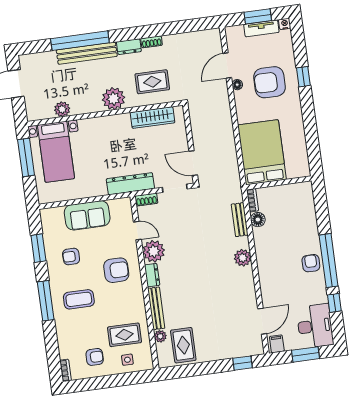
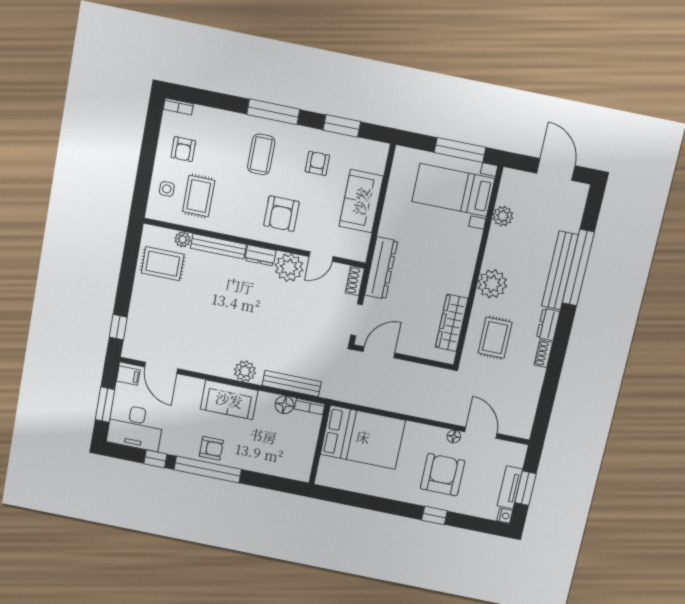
bench: (240, 220) -> (292, 384), width x1.36
sofa: (269, 262) -> (229, 400), added

